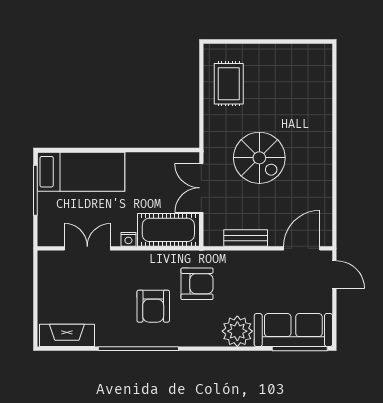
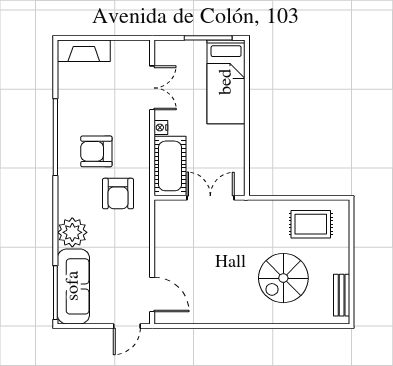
spiral stairs: (259, 158) -> (283, 278), moved
bench: (246, 238) -> (342, 295), moved
fireplace: (67, 335) -> (84, 51), moved, turned 90

